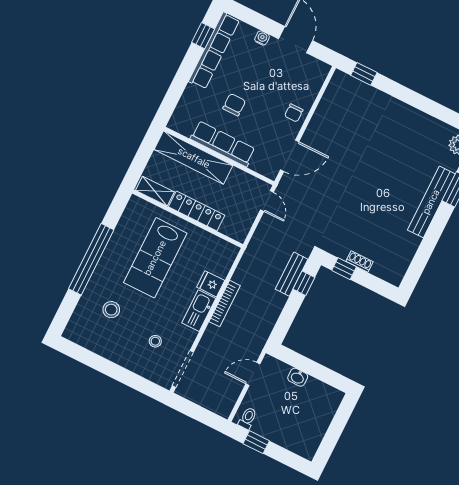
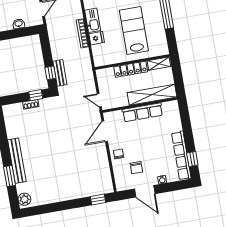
chair: (234, 105) -> (136, 168), moved

